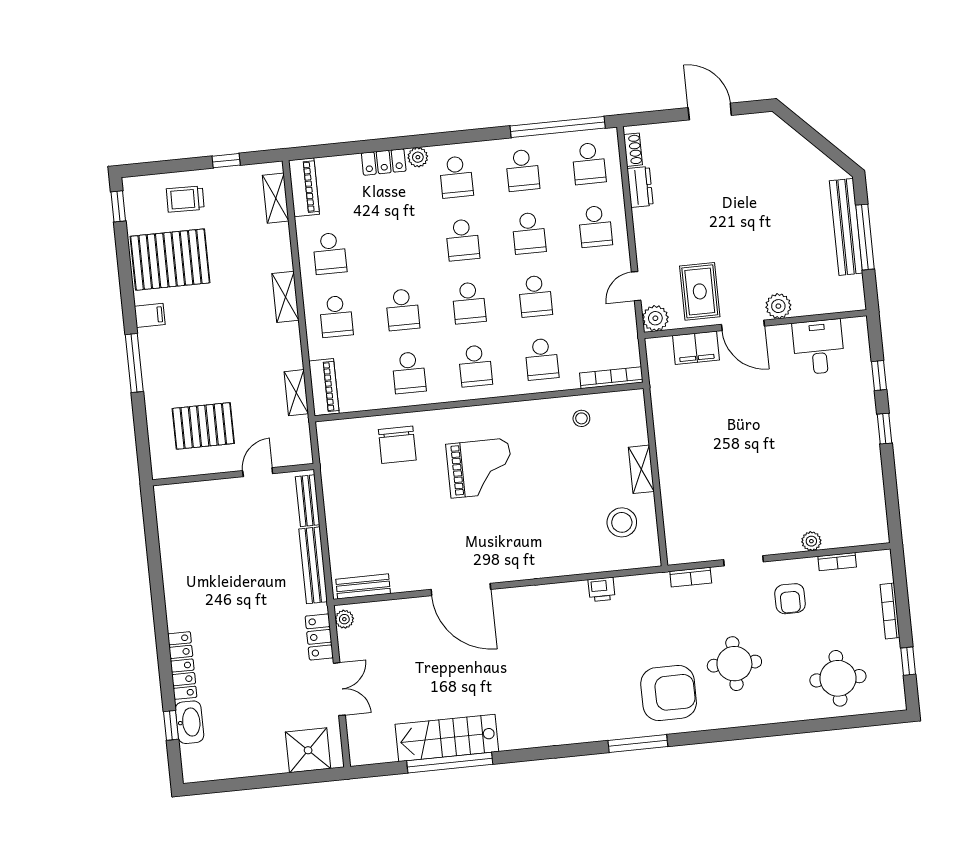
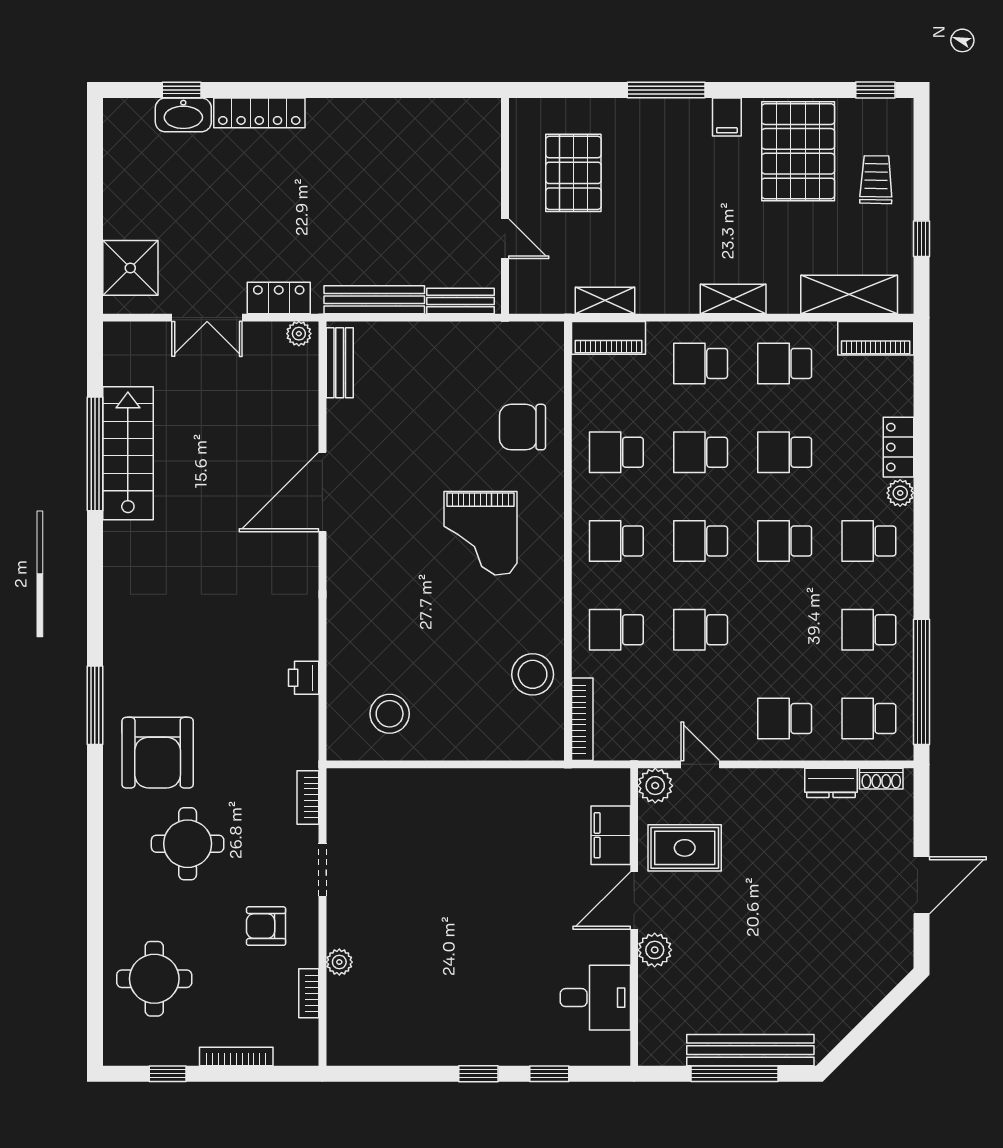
shelving: (276, 198) -> (849, 294), width x1.50, depth x1.33
school desk: (529, 233) -> (785, 452), moved
stool: (581, 418) -> (533, 674), width x1.89, depth x1.89
shelving: (641, 469) -> (457, 747), removed

